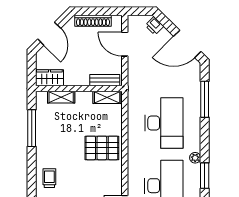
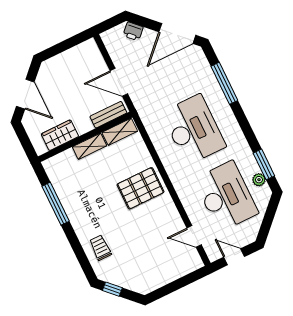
shoe rack: (93, 21) -> (65, 58), removed
door: (125, 44) -> (119, 82), moved
wardrobe: (49, 78) -> (60, 135), moved
shelving: (61, 97) -> (90, 146), moved
plant: (195, 158) -> (259, 180), moved

